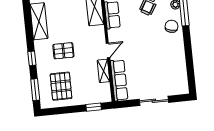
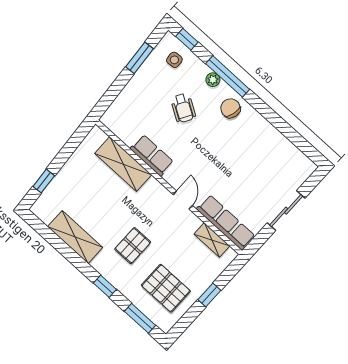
shelving: (103, 71) -> (212, 240), moved
window: (94, 107) -> (209, 295), moved

